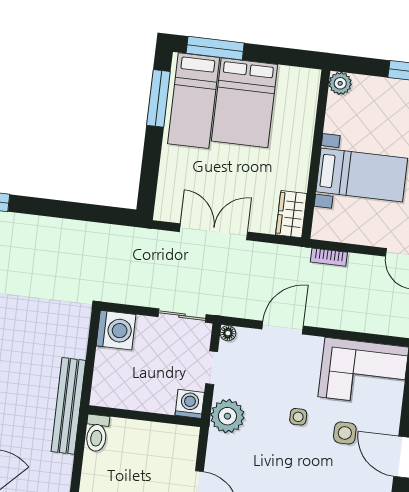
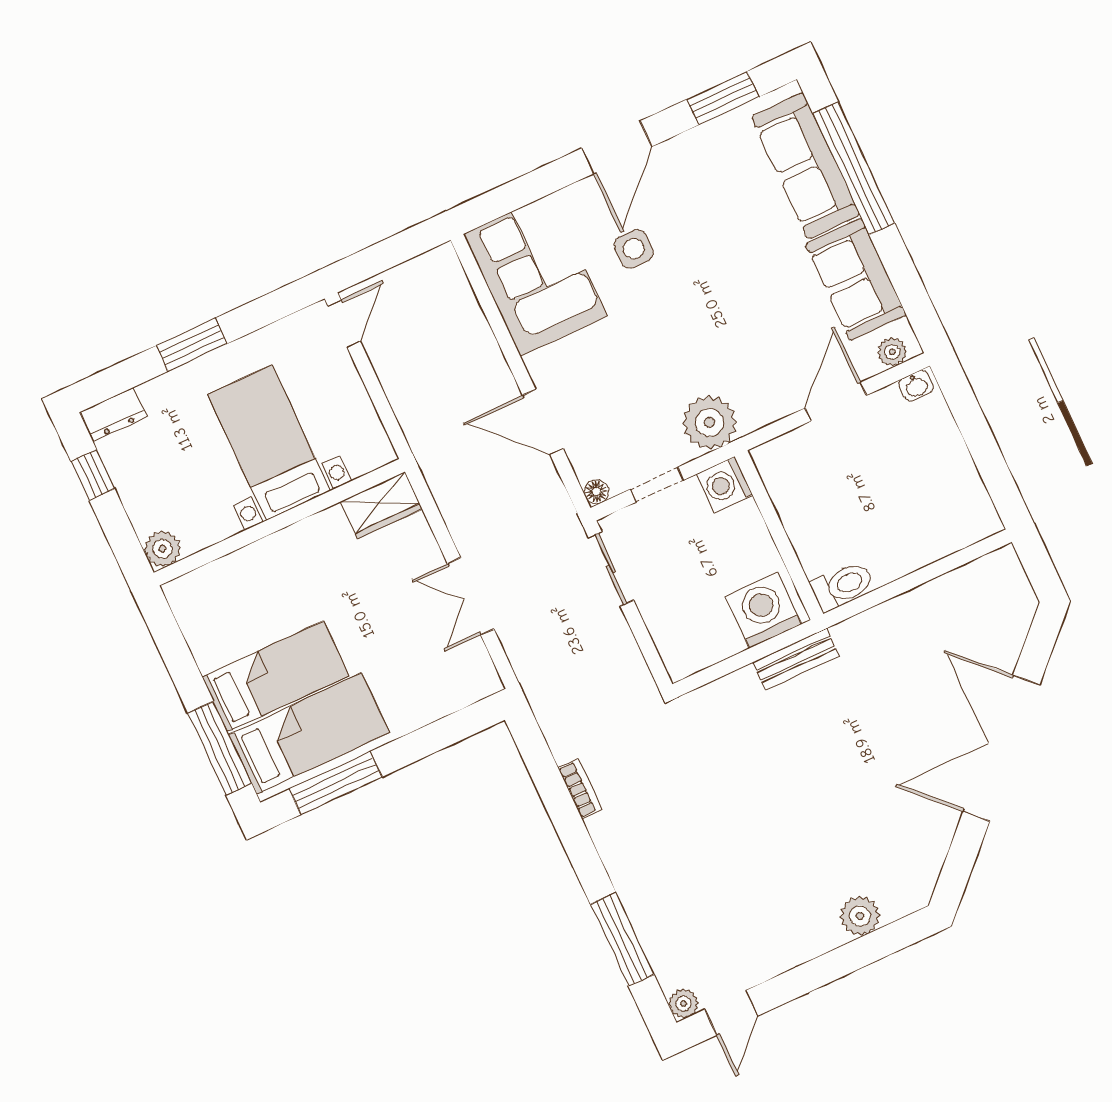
bed: (244, 103) -> (276, 676), width x0.67
double door: (214, 232) -> (471, 596), width x0.73
bookcase: (329, 257) -> (580, 788), moved
washing machine: (116, 330) -> (763, 610), moved
bench: (68, 406) -> (796, 659), width x0.54, depth x0.82
side table: (298, 417) -> (651, 326), removed

